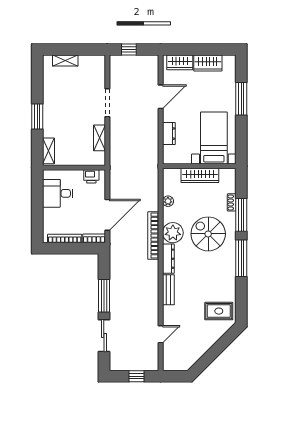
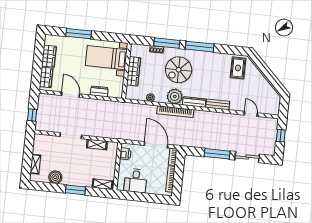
boiler: (51, 88) -> (55, 177), added

